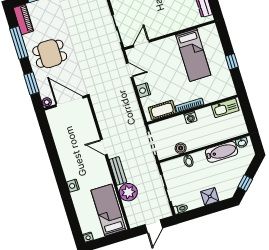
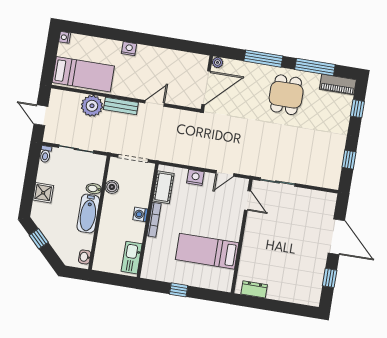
window: (31, 83) -> (263, 59), width x1.44
door: (70, 101) -> (206, 88), moved
plant: (47, 102) -> (217, 62), moved
wall: (65, 103) -> (207, 83), moved
bathtub: (222, 152) -> (88, 213), moved

